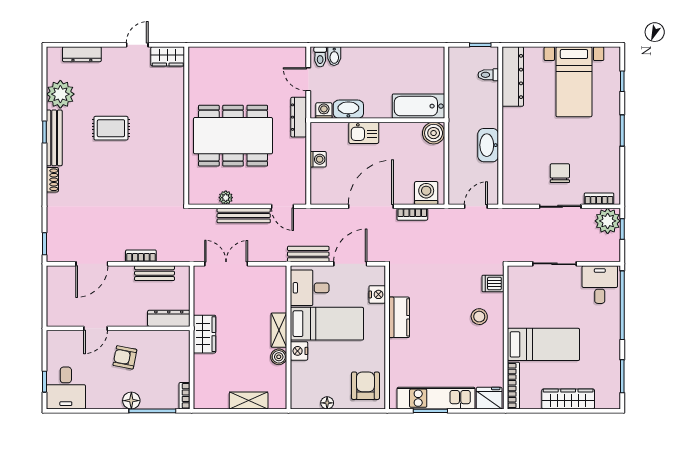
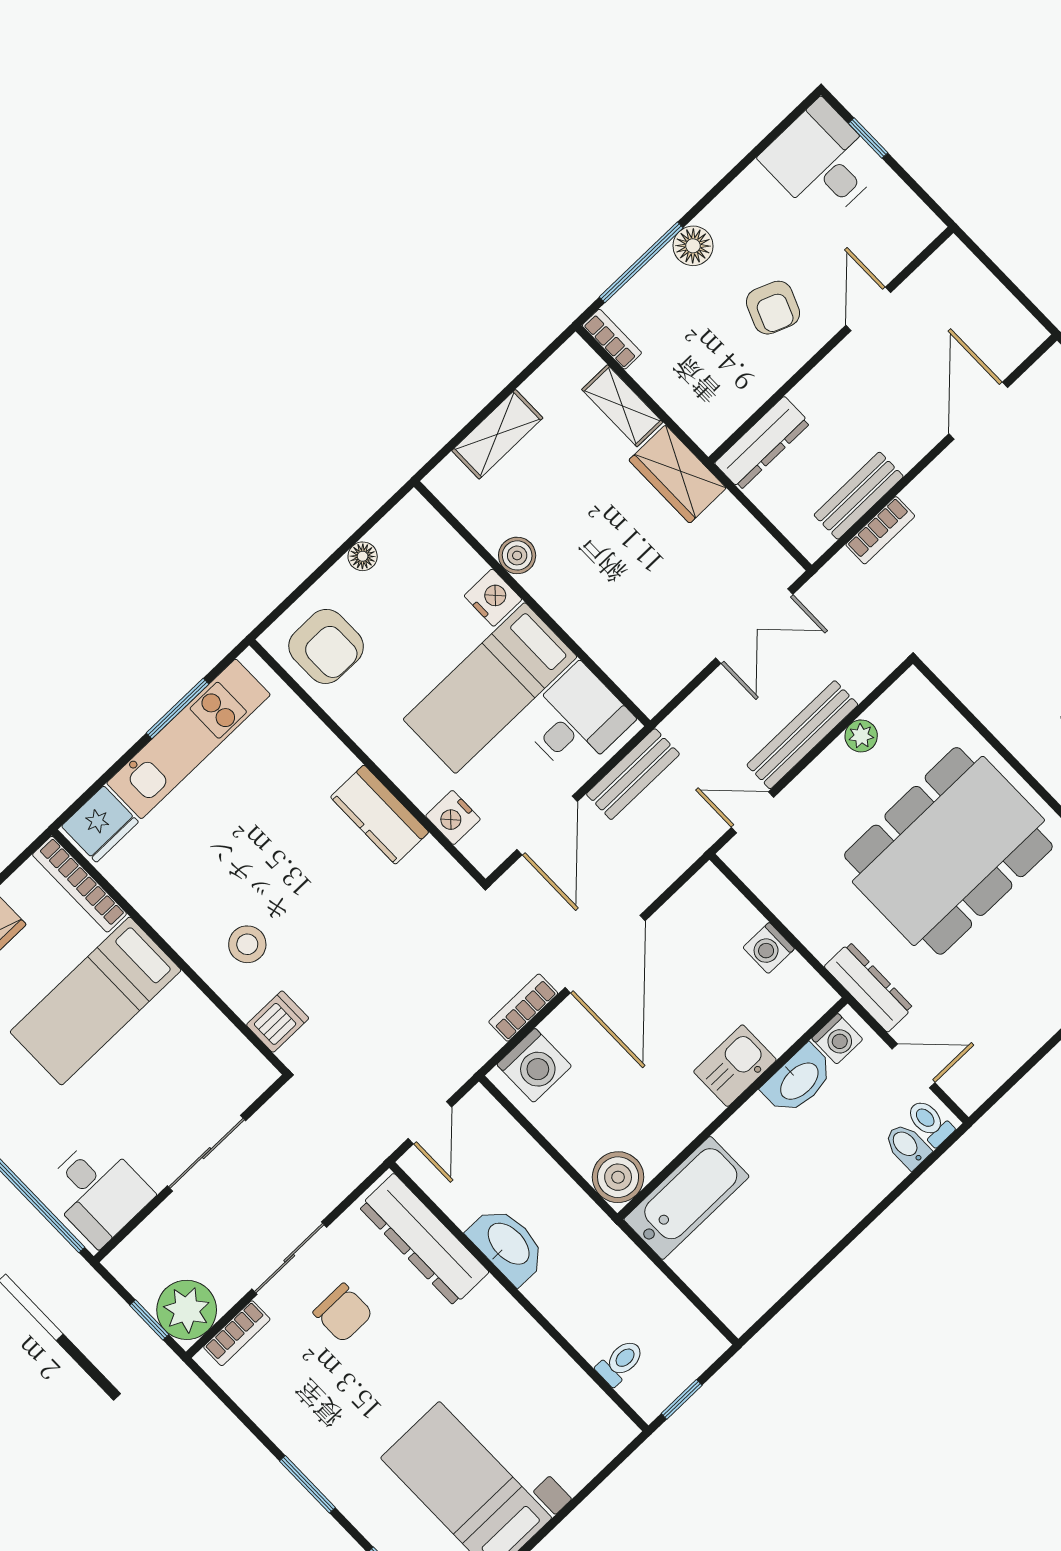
dresser: (513, 77) -> (424, 1239), moved
bookcase: (141, 256) -> (880, 530), moved
shelving: (279, 330) -> (622, 406), moved
armchair: (125, 357) -> (773, 308), turned 101

